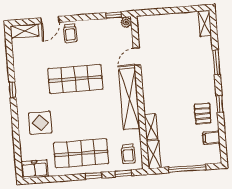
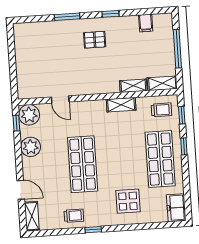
plant: (126, 22) -> (29, 115), width x1.88, depth x1.88
shelving: (205, 23) -> (26, 28), removed
plant: (91, 29) -> (31, 147), added
trolley: (70, 33) -> (74, 216), moved
shelving: (129, 99) -> (121, 105), width x0.45, depth x0.75
pallet: (203, 114) -> (95, 40), moved

